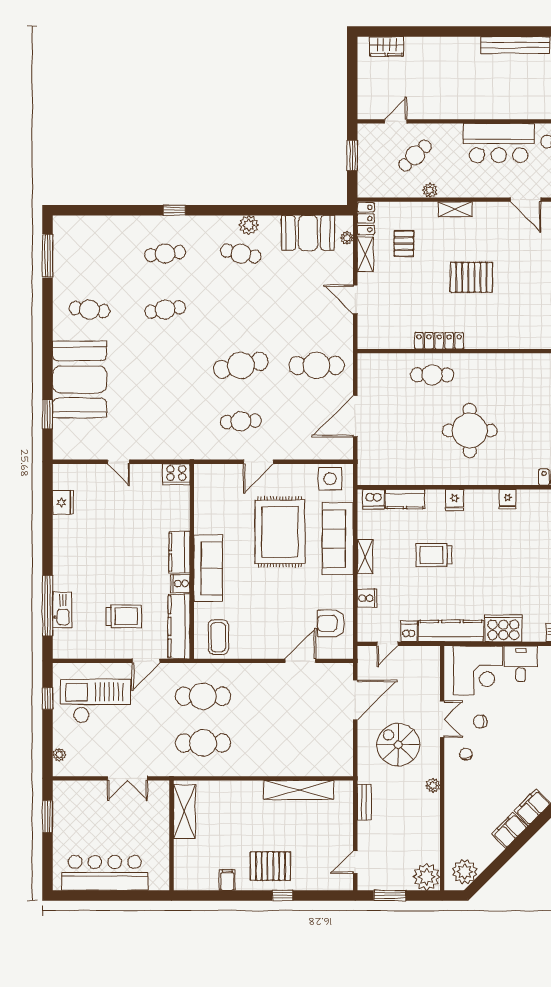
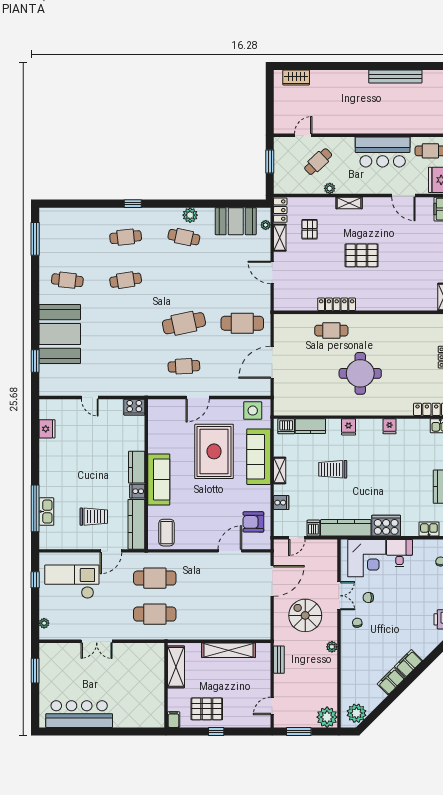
shelving: (184, 812) -> (176, 667), moved
wall: (171, 835) -> (166, 685), moved

